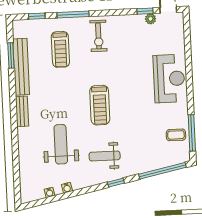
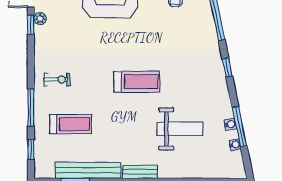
exercise bike: (98, 36) -> (57, 80), width x0.73, depth x0.72
weight bench: (61, 144) -> (180, 129), turned 180
weight bench: (105, 156) -> (196, 79), removed
window: (65, 196) -> (239, 127), added

